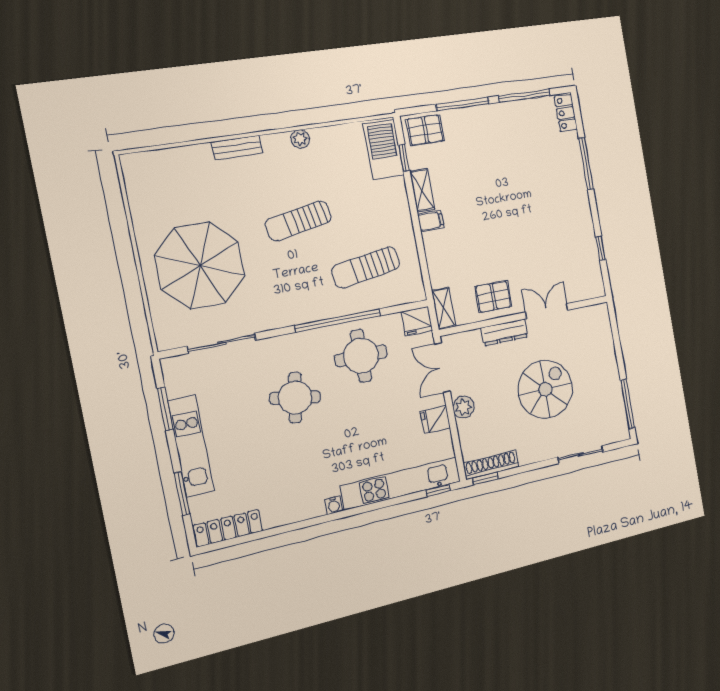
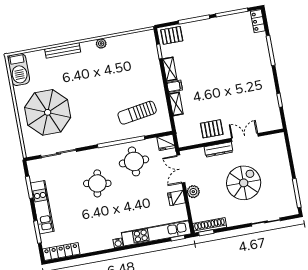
bench: (237, 148) -> (63, 50), width x1.36
barbecue: (384, 150) -> (19, 69), moved, turned 180
sun lounger: (298, 221) -> (100, 88), removed
shelving: (444, 308) -> (176, 104), moved

